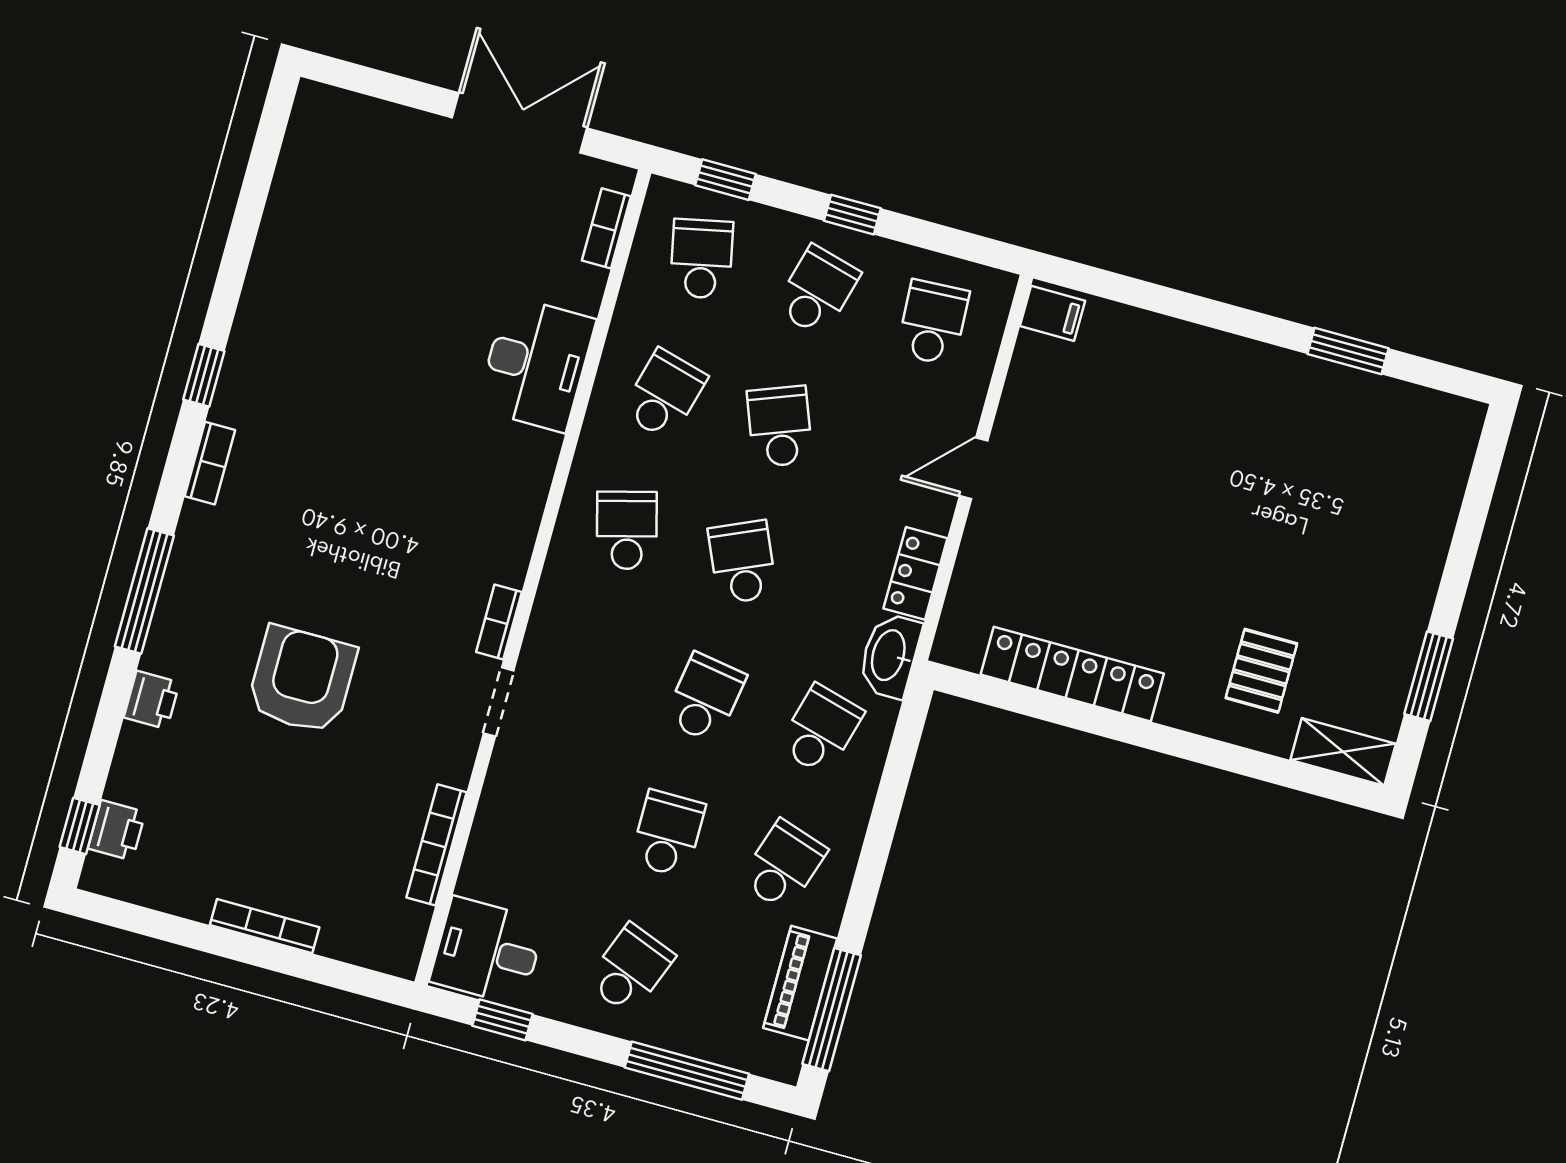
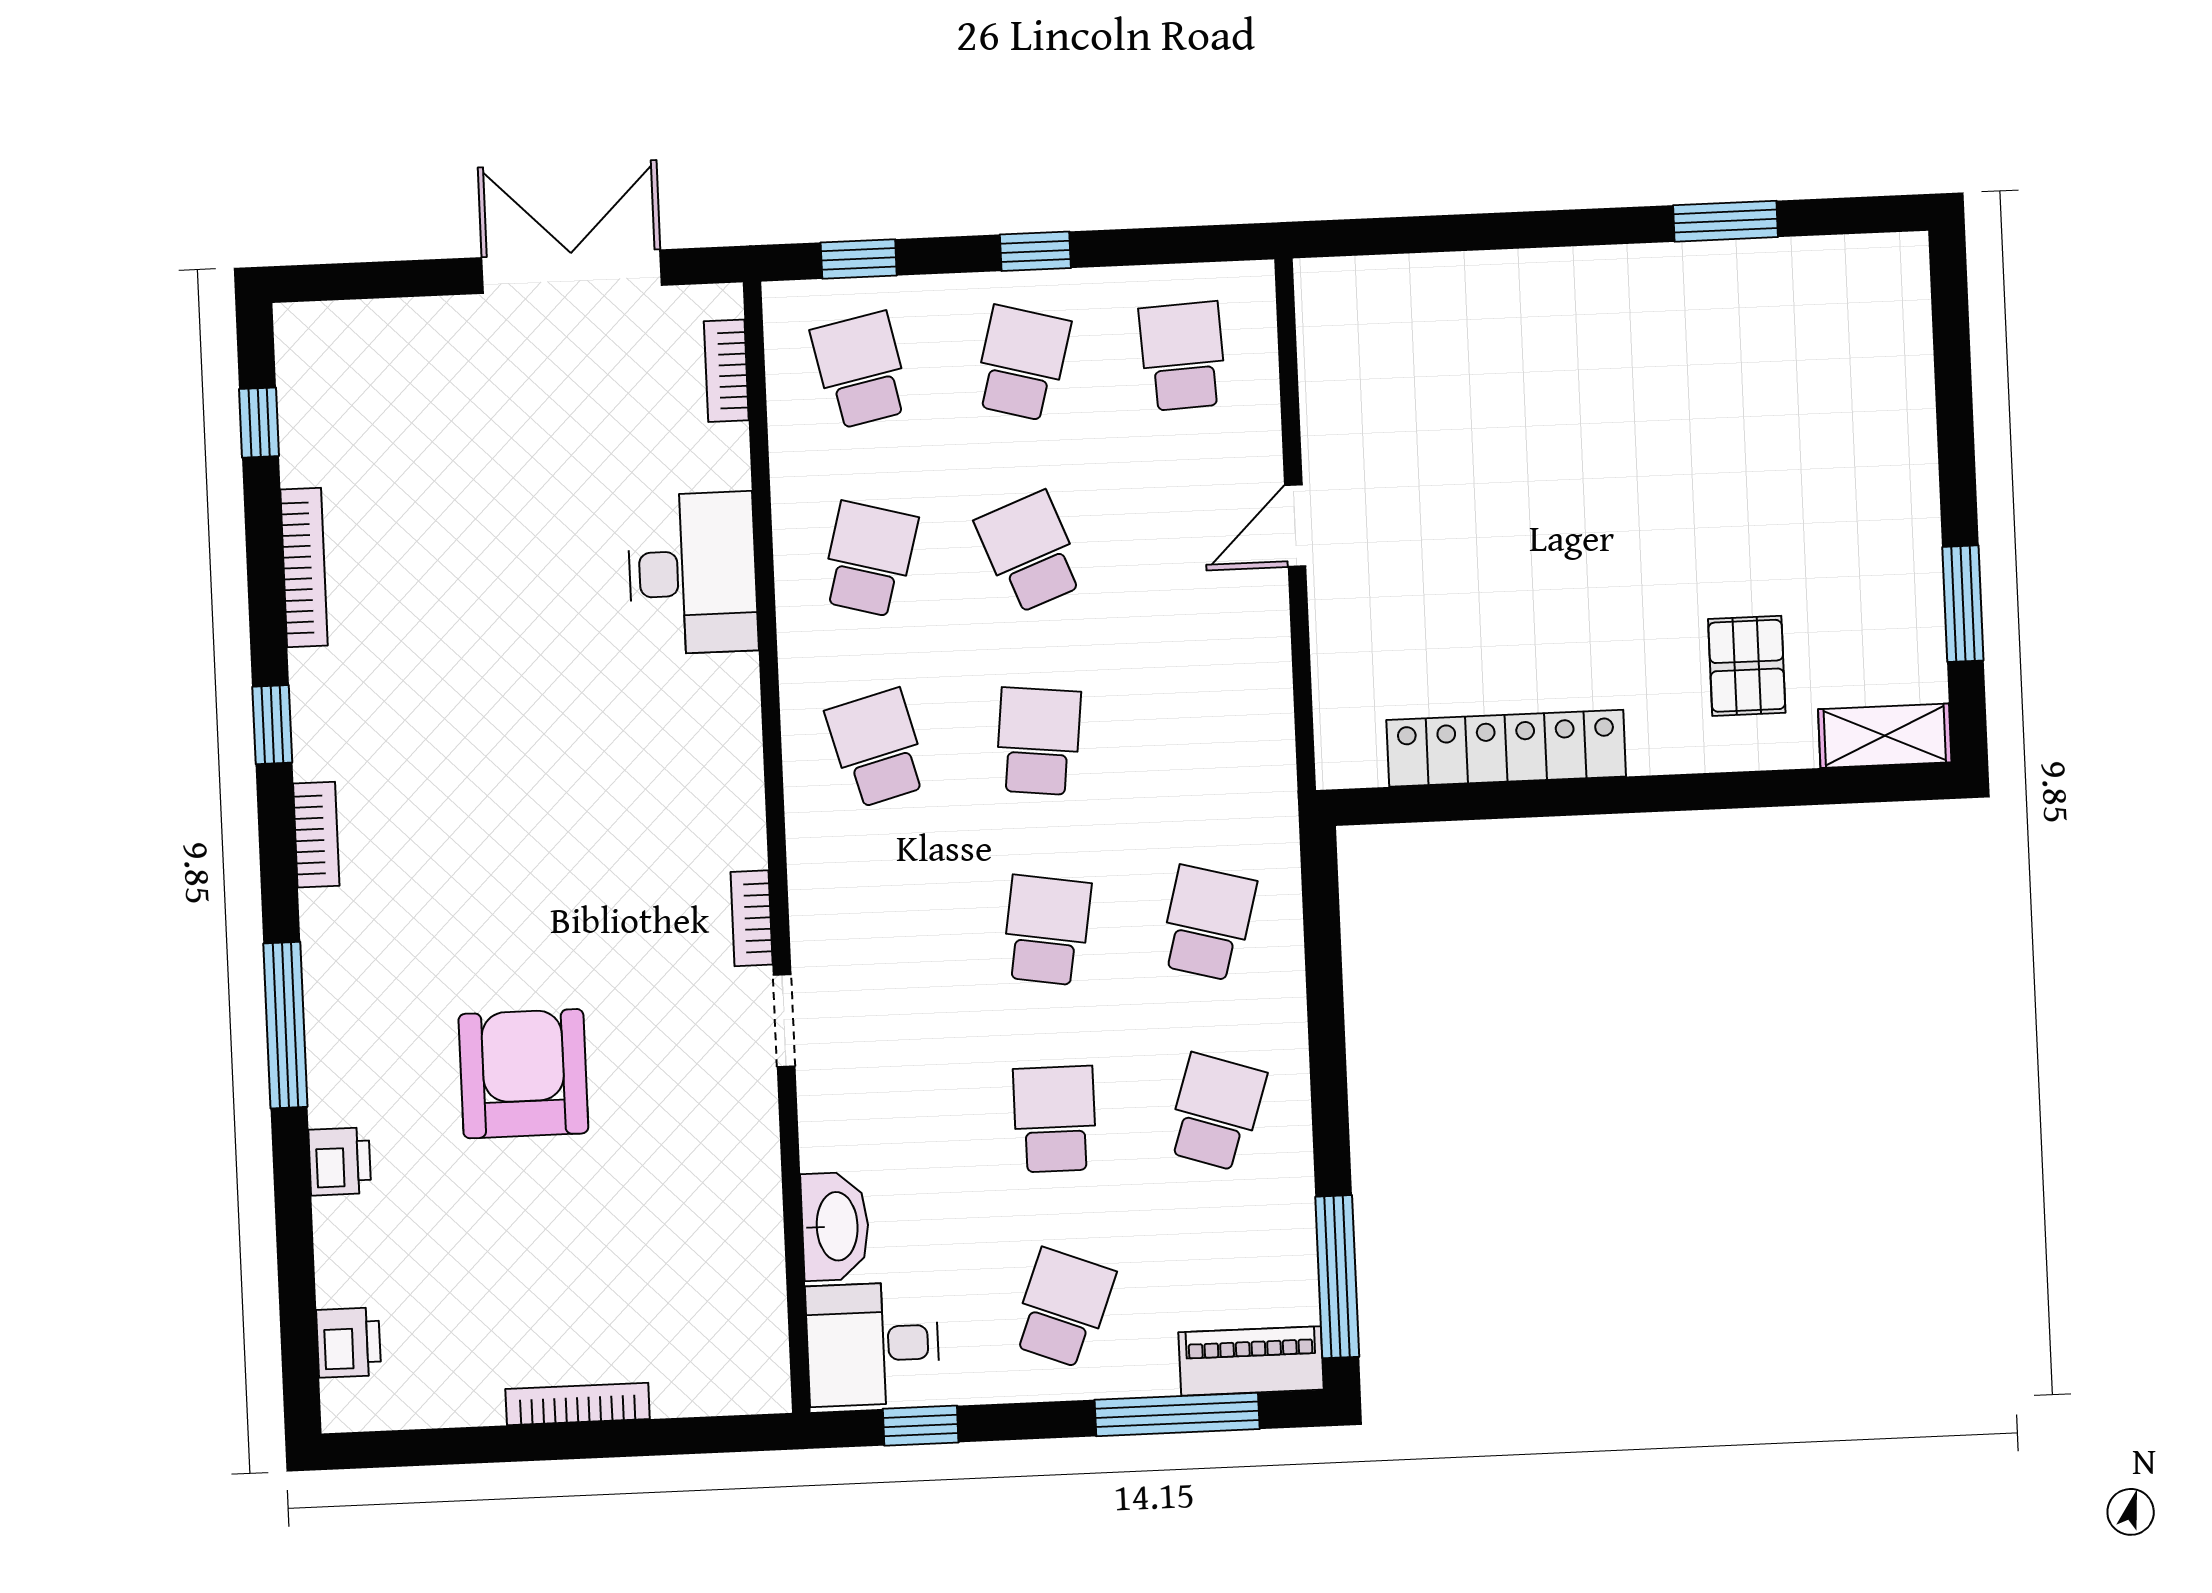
filing cabinet: (1052, 313) -> (1332, 295), removed
school desk: (742, 562) -> (1038, 741), turned 30
locker: (915, 573) -> (1264, 684), removed
washbasin: (890, 655) -> (835, 1226), moved, turned 180
window: (80, 826) -> (259, 423), moved
bookcase: (436, 845) -> (304, 568), moved, turned 180
piano: (800, 983) -> (1251, 1361), moved, turned 90

